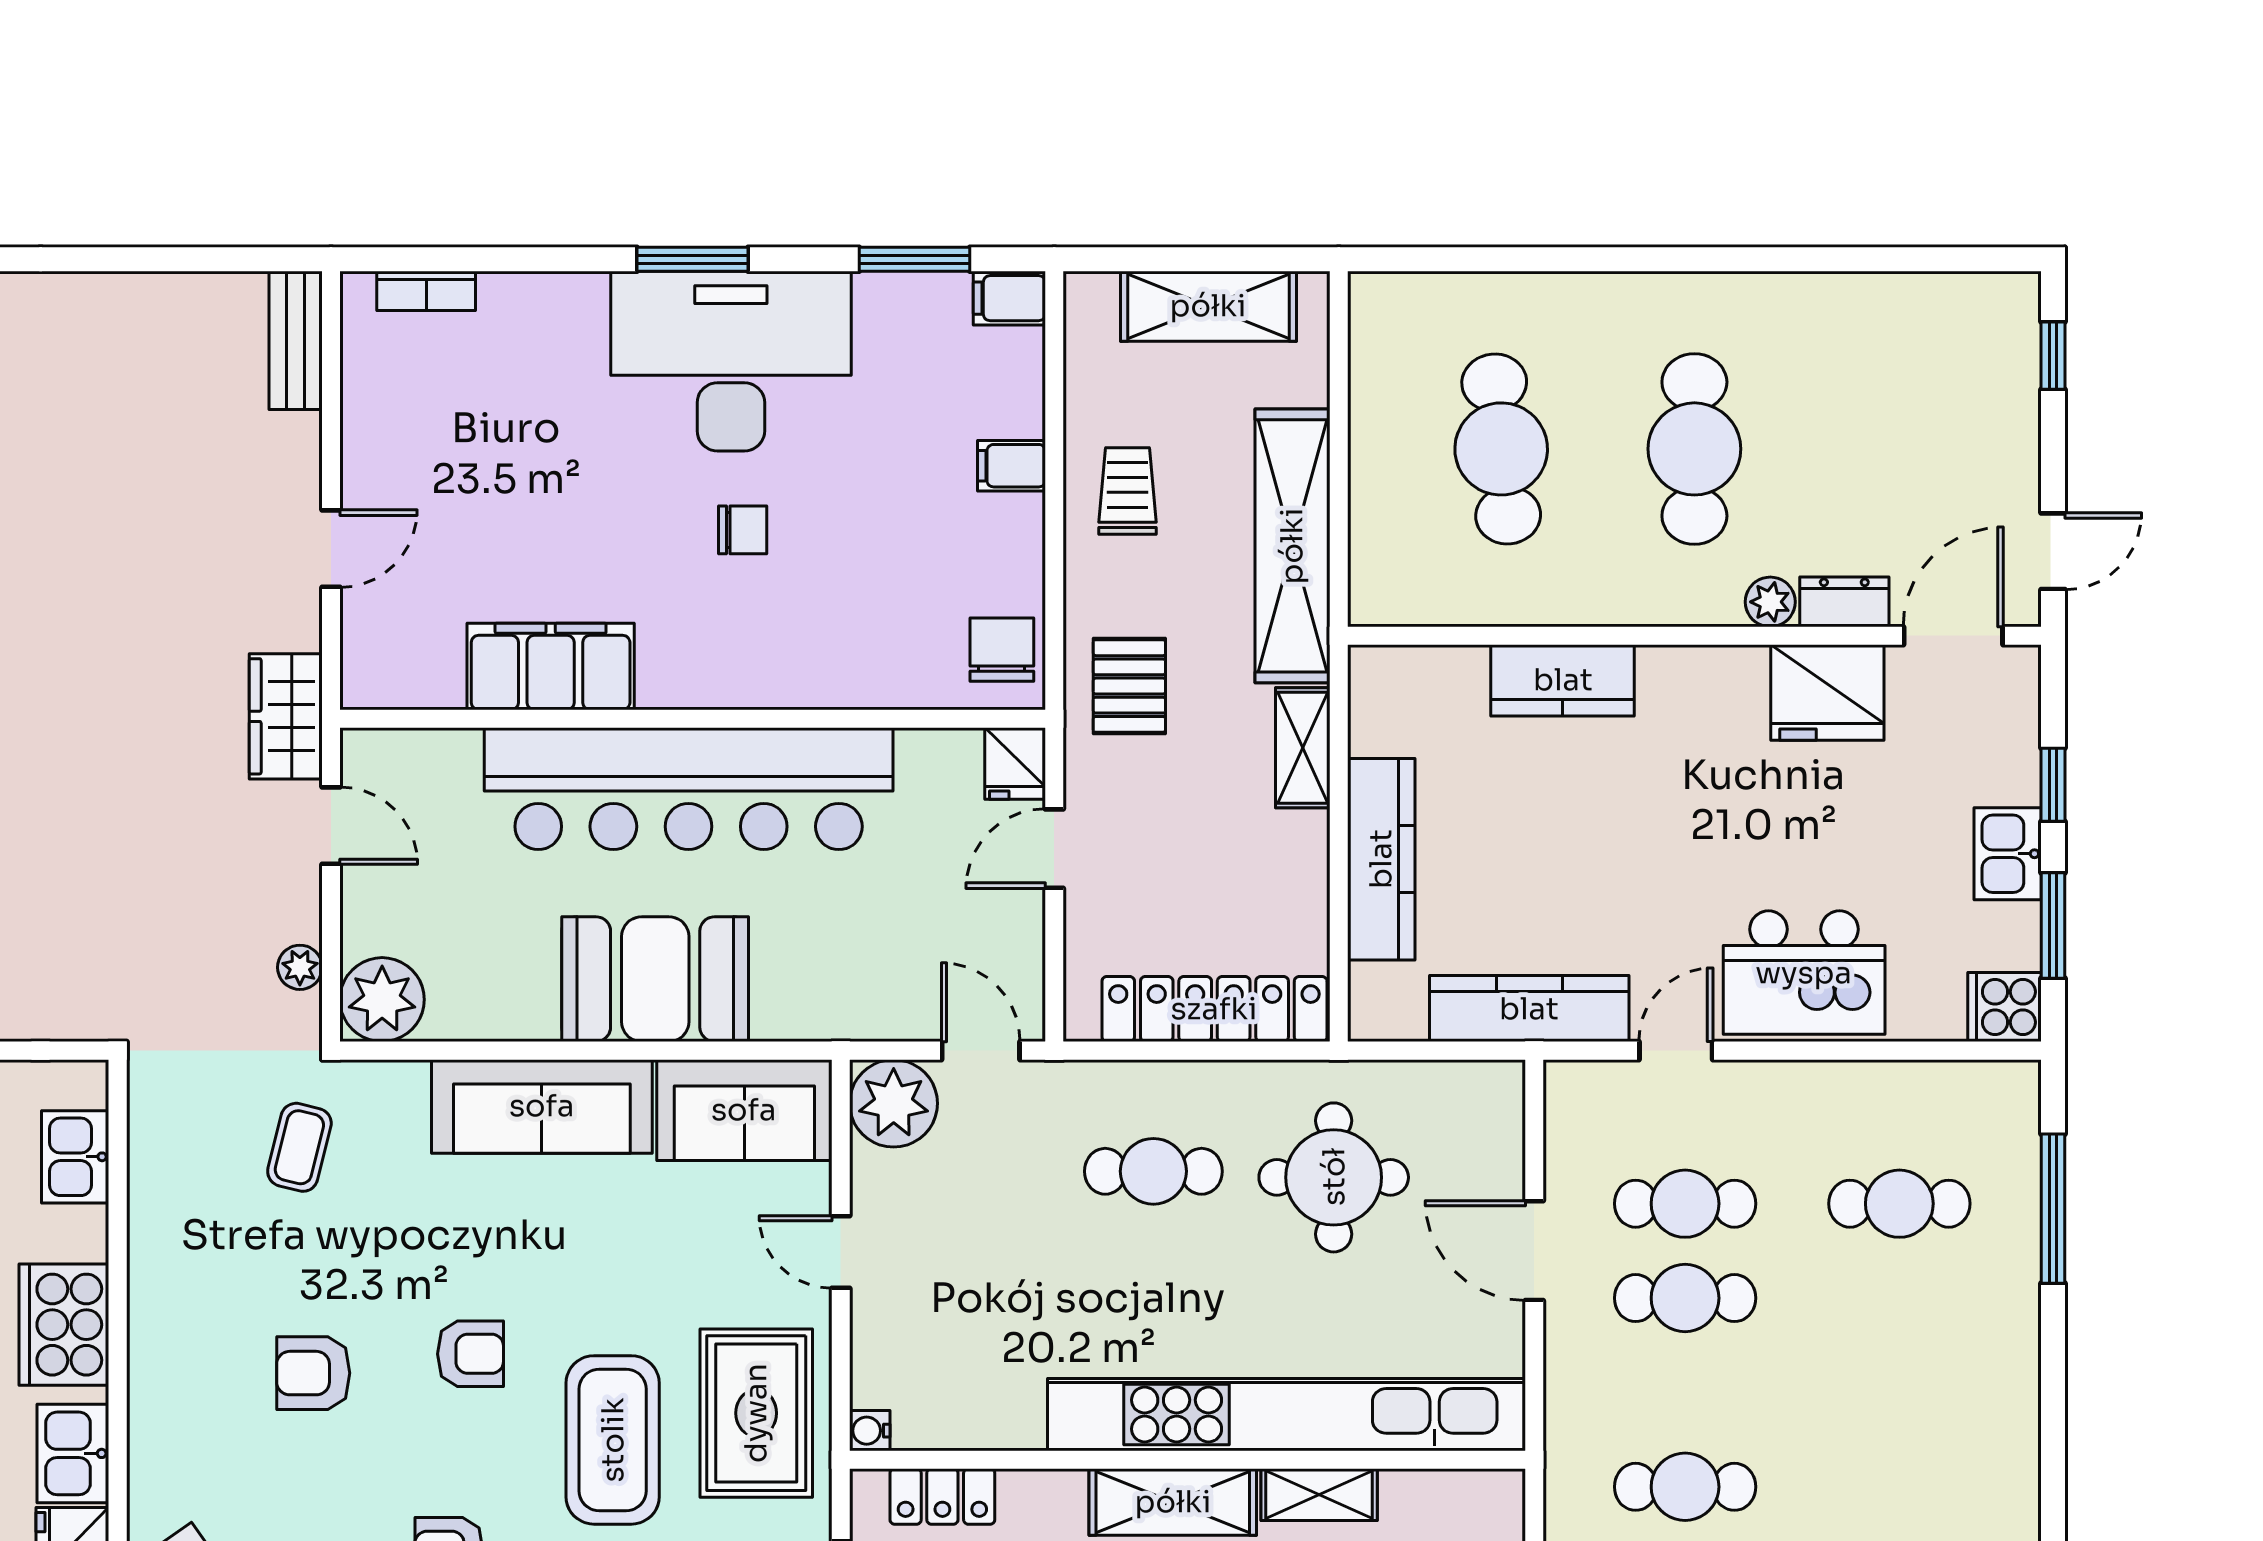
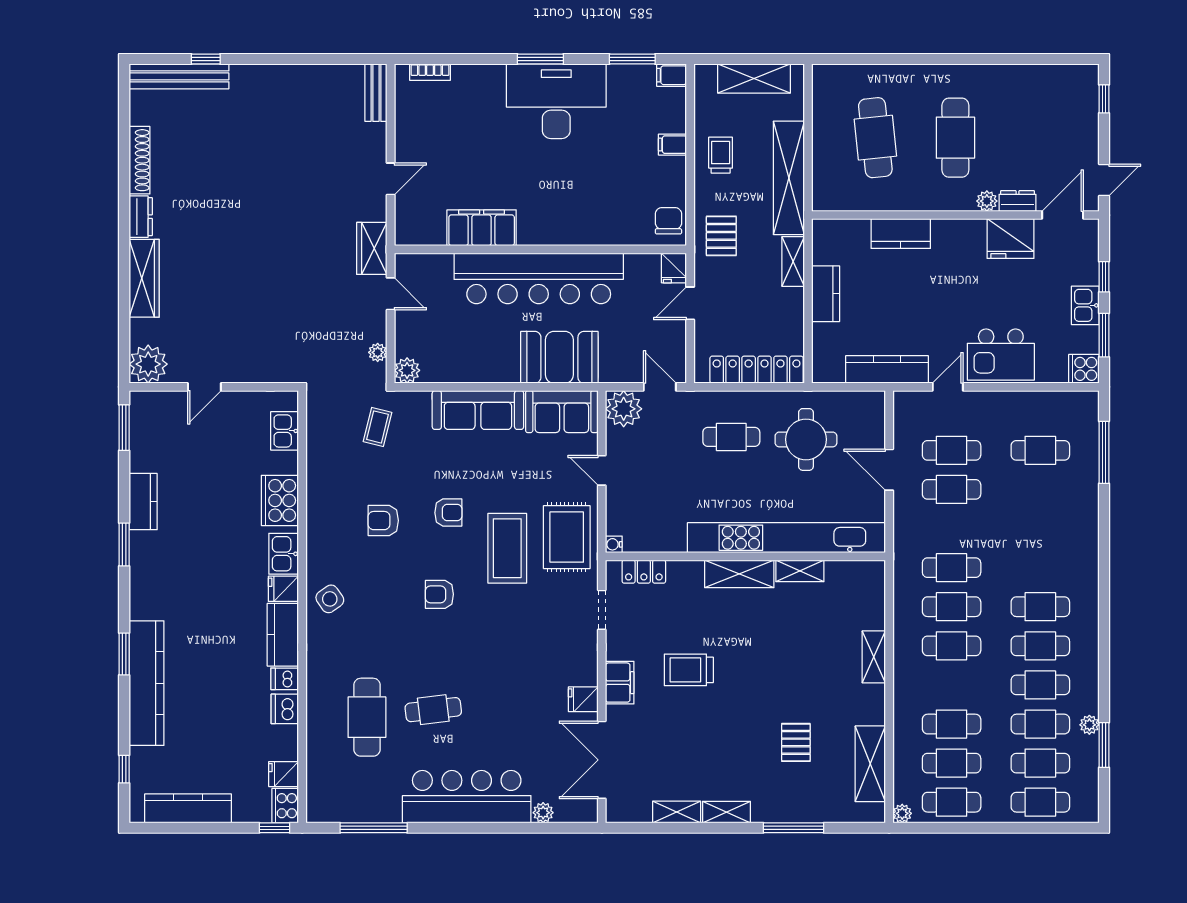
chair: (743, 530) -> (561, 171), removed
kitchen counter: (1381, 859) -> (826, 294), width x0.67
booth: (655, 979) -> (559, 357), moved
plant: (382, 1000) -> (407, 370), width x0.73, depth x0.73

